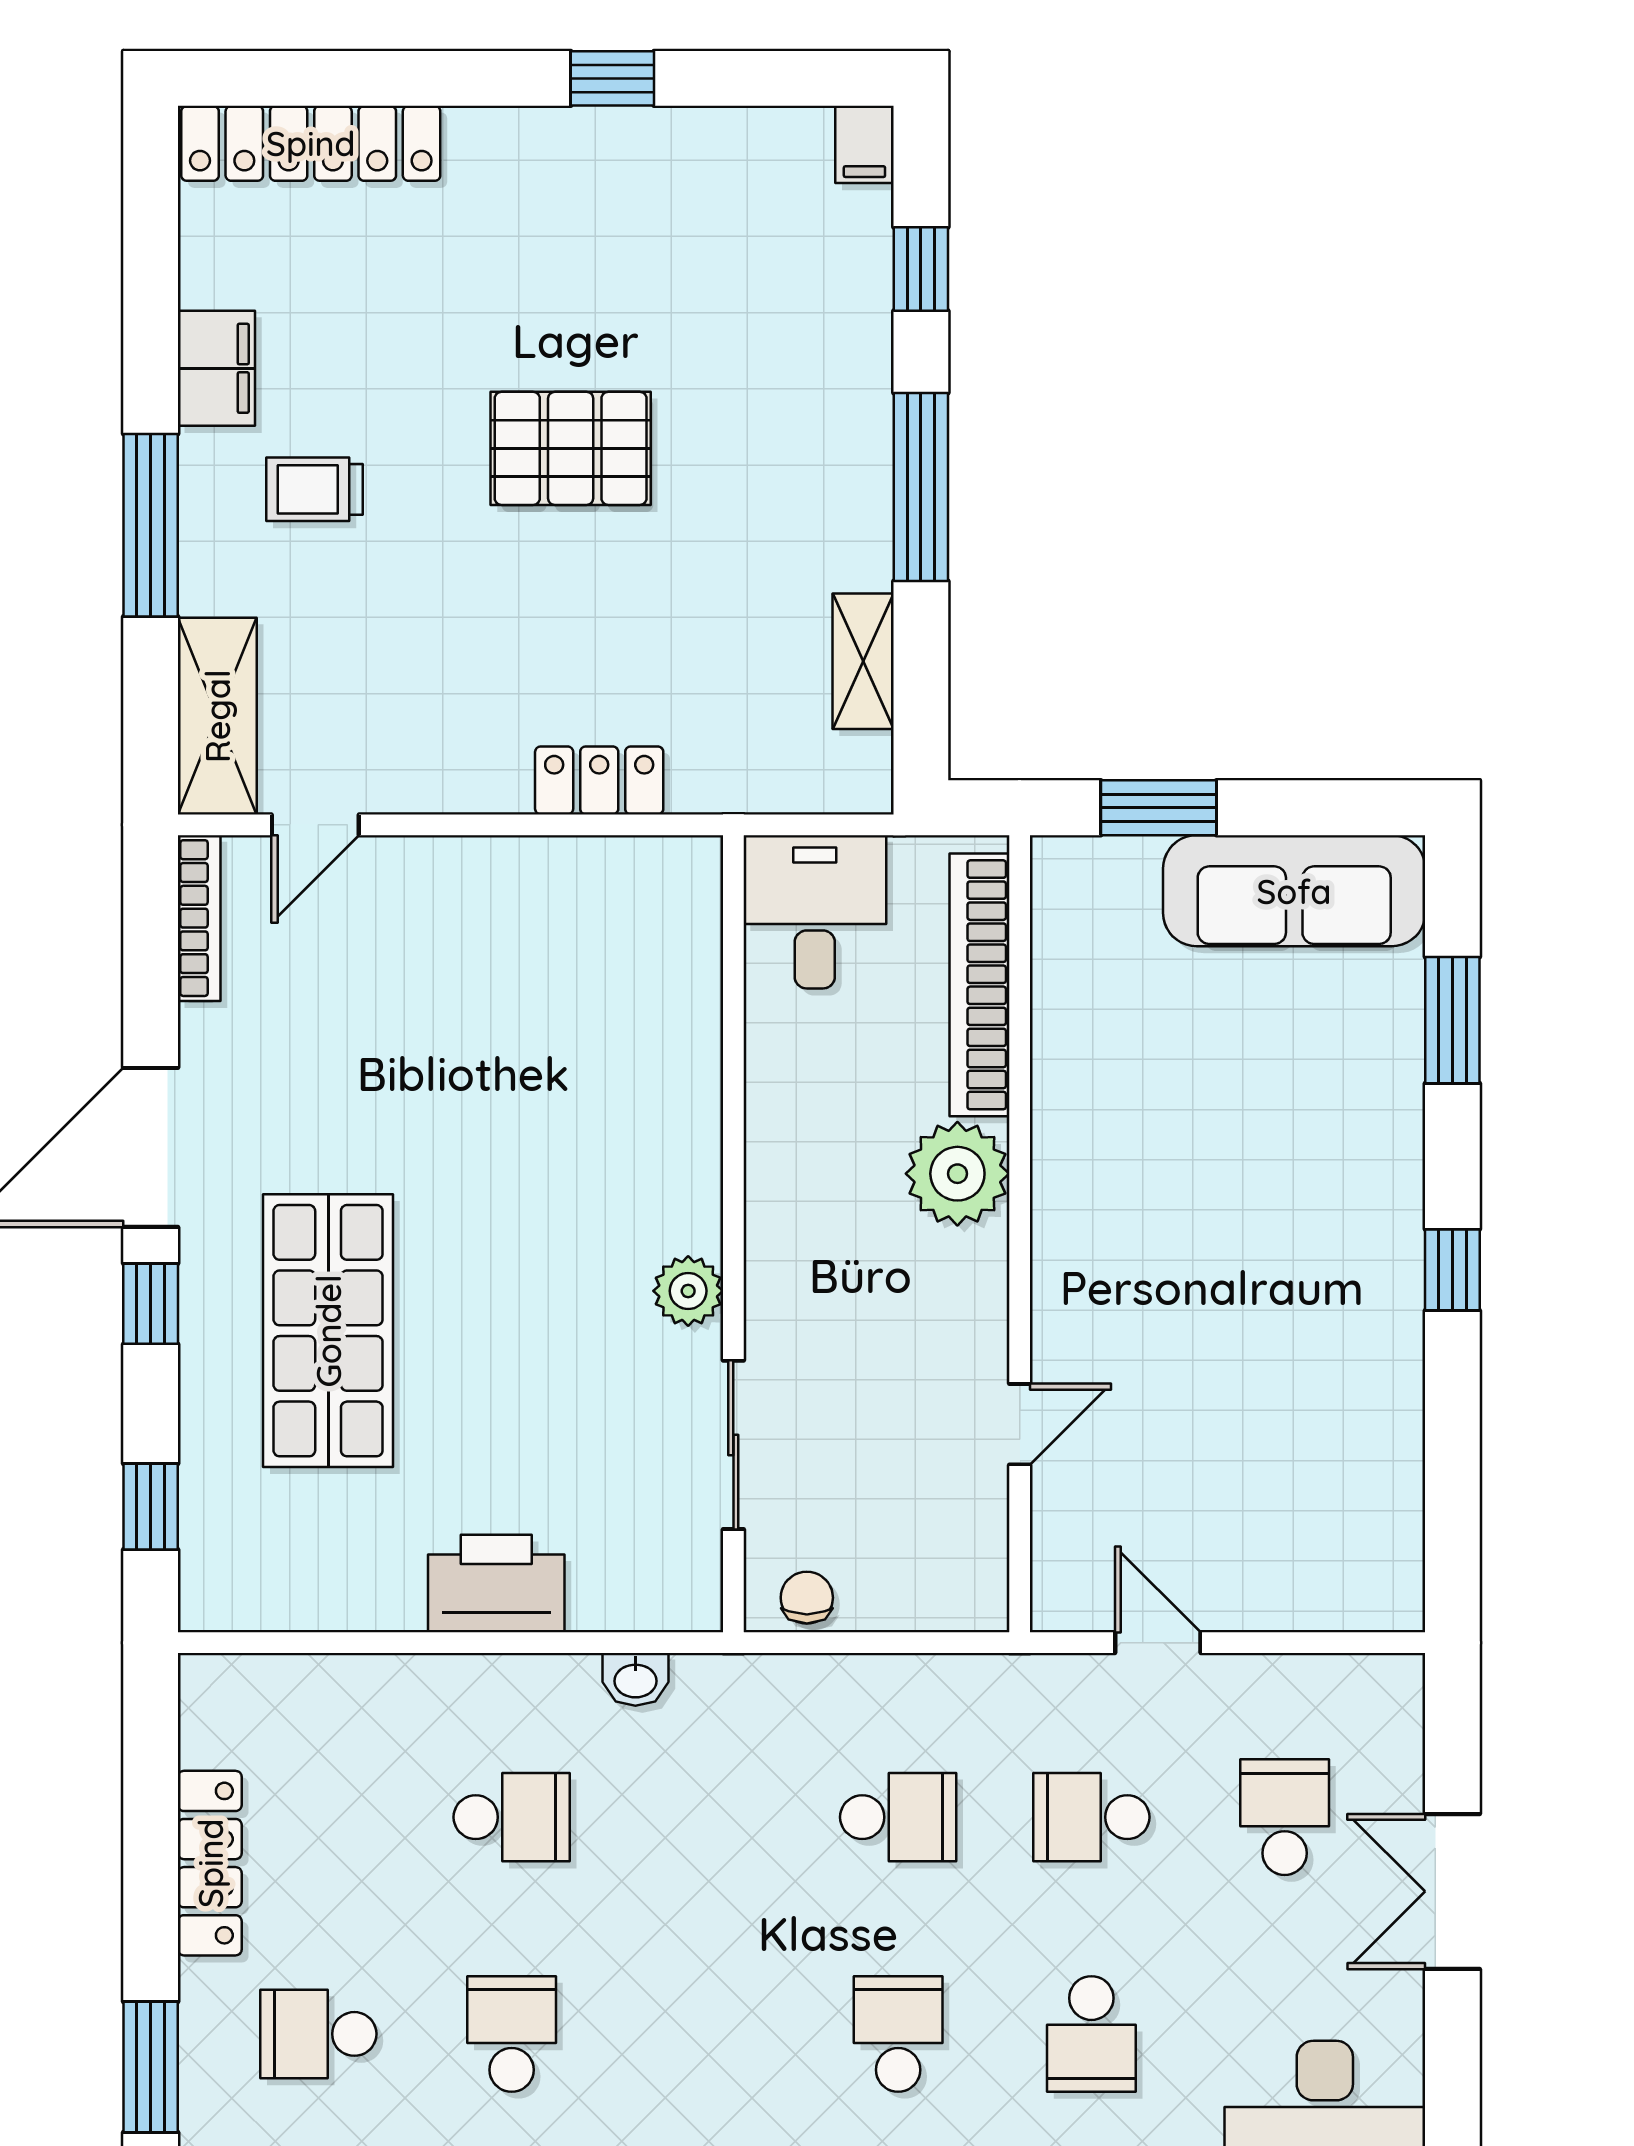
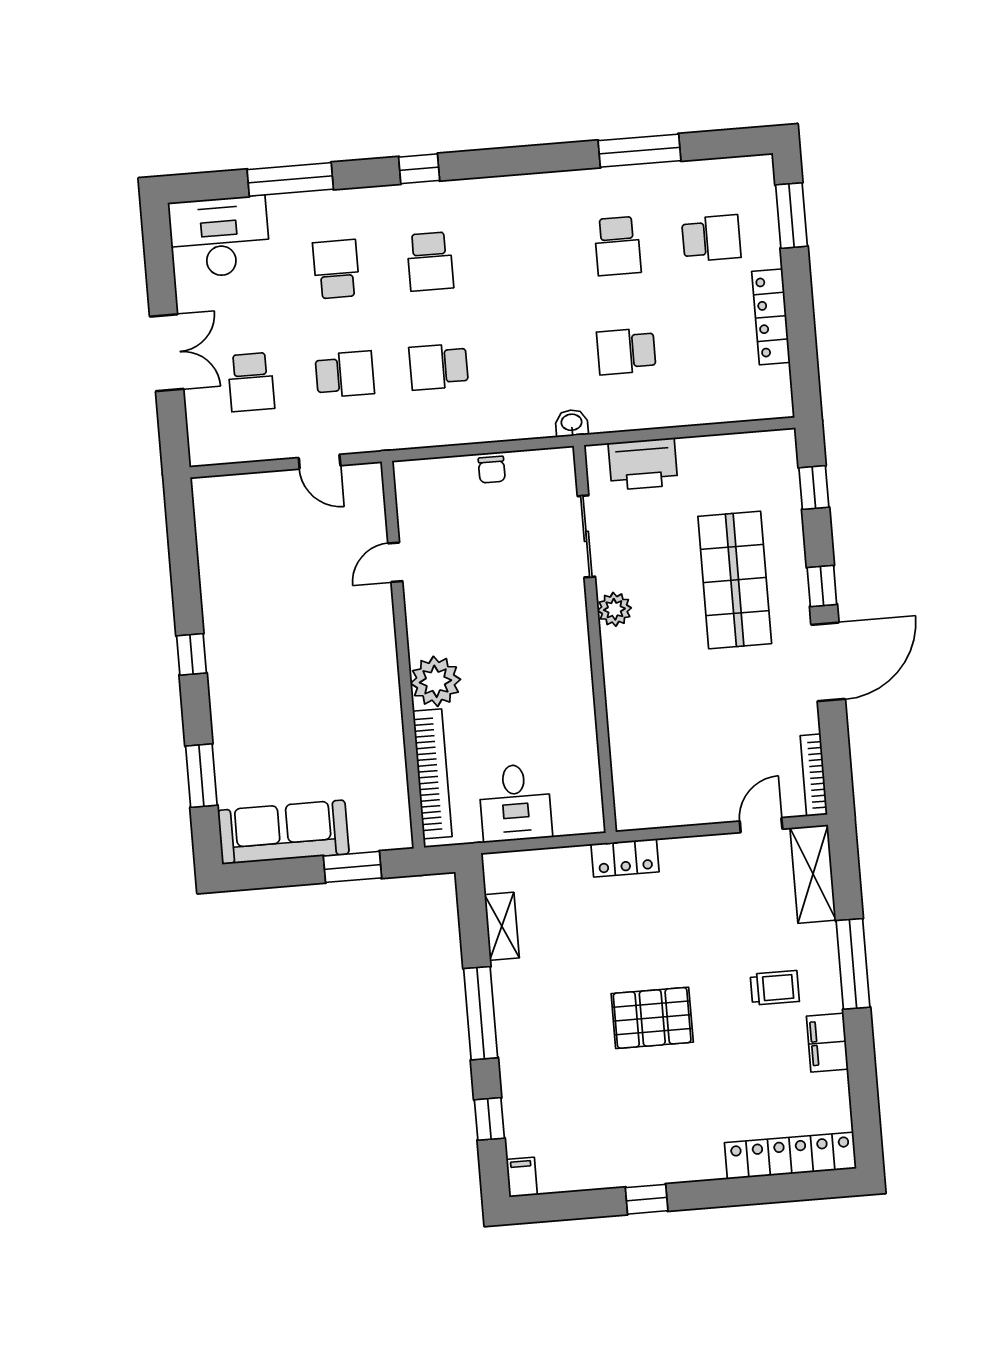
wall: (733, 1234) -> (595, 639), moved
plant: (688, 1291) -> (614, 609), moved
sliding door: (733, 1445) -> (586, 536), moved

